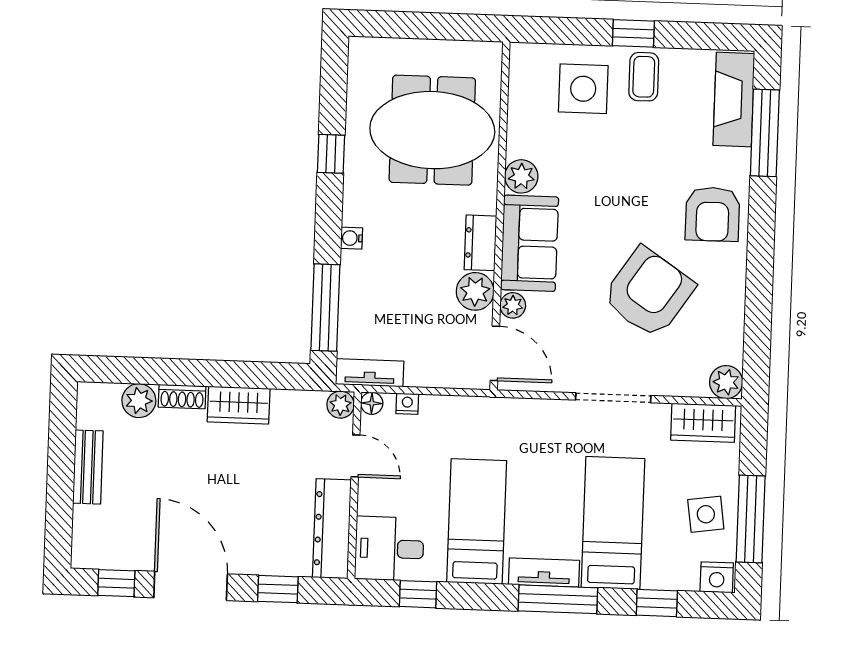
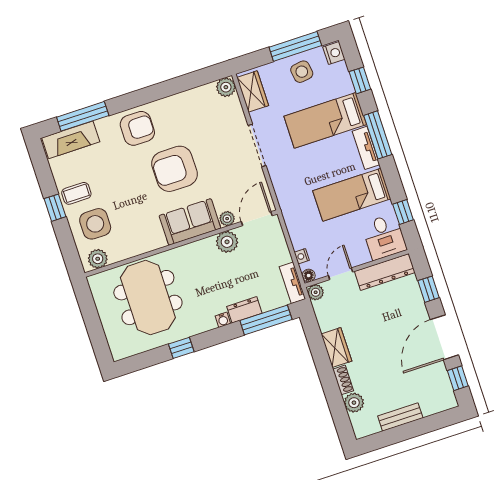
plant: (521, 176) -> (98, 259), moved
dresser: (480, 243) -> (244, 310), moved, turned 180
armchair: (648, 292) -> (174, 169), moved, turned -34

